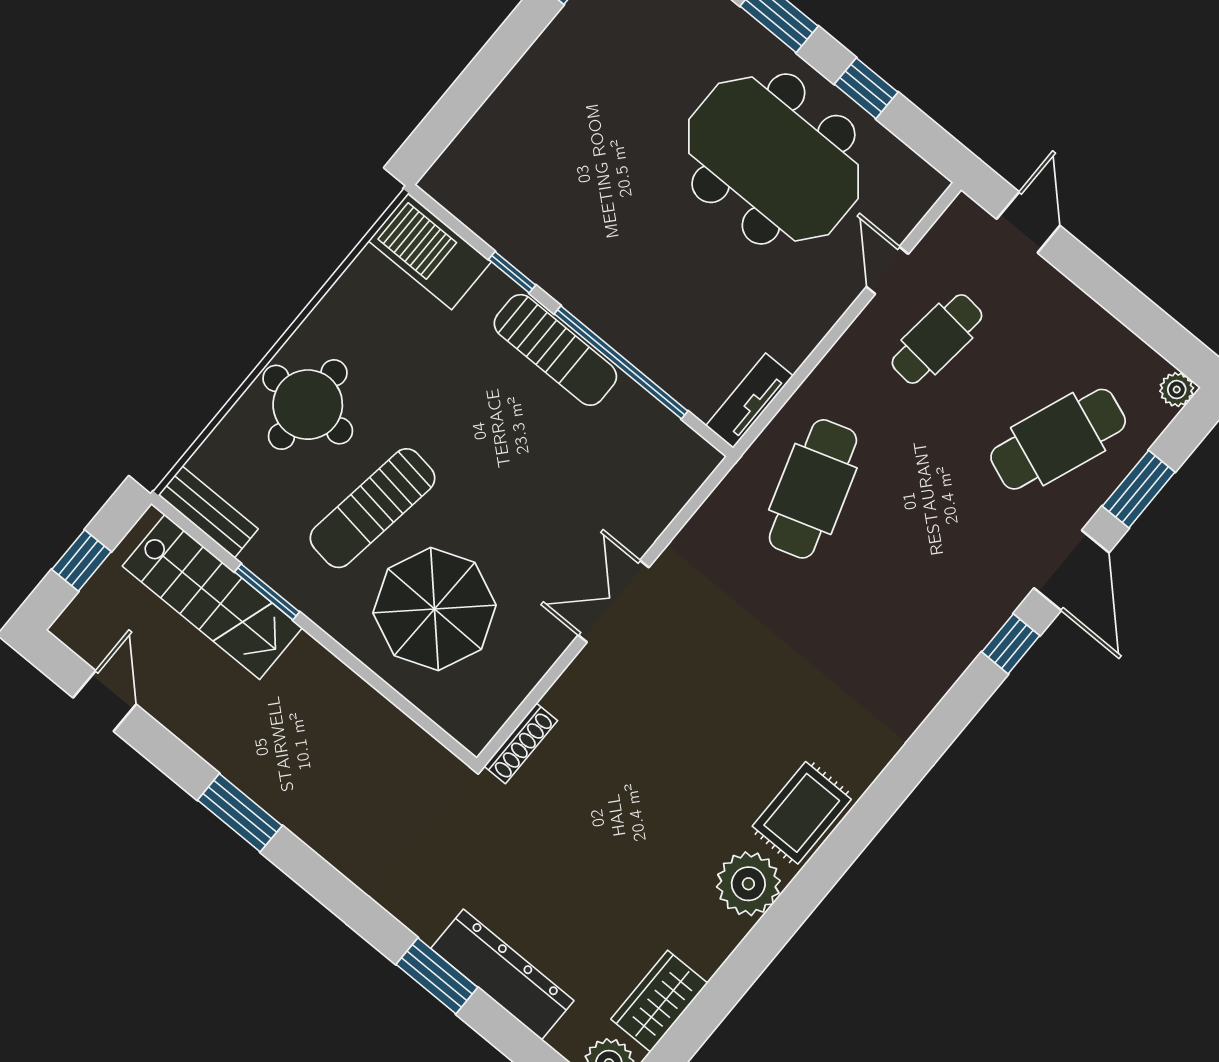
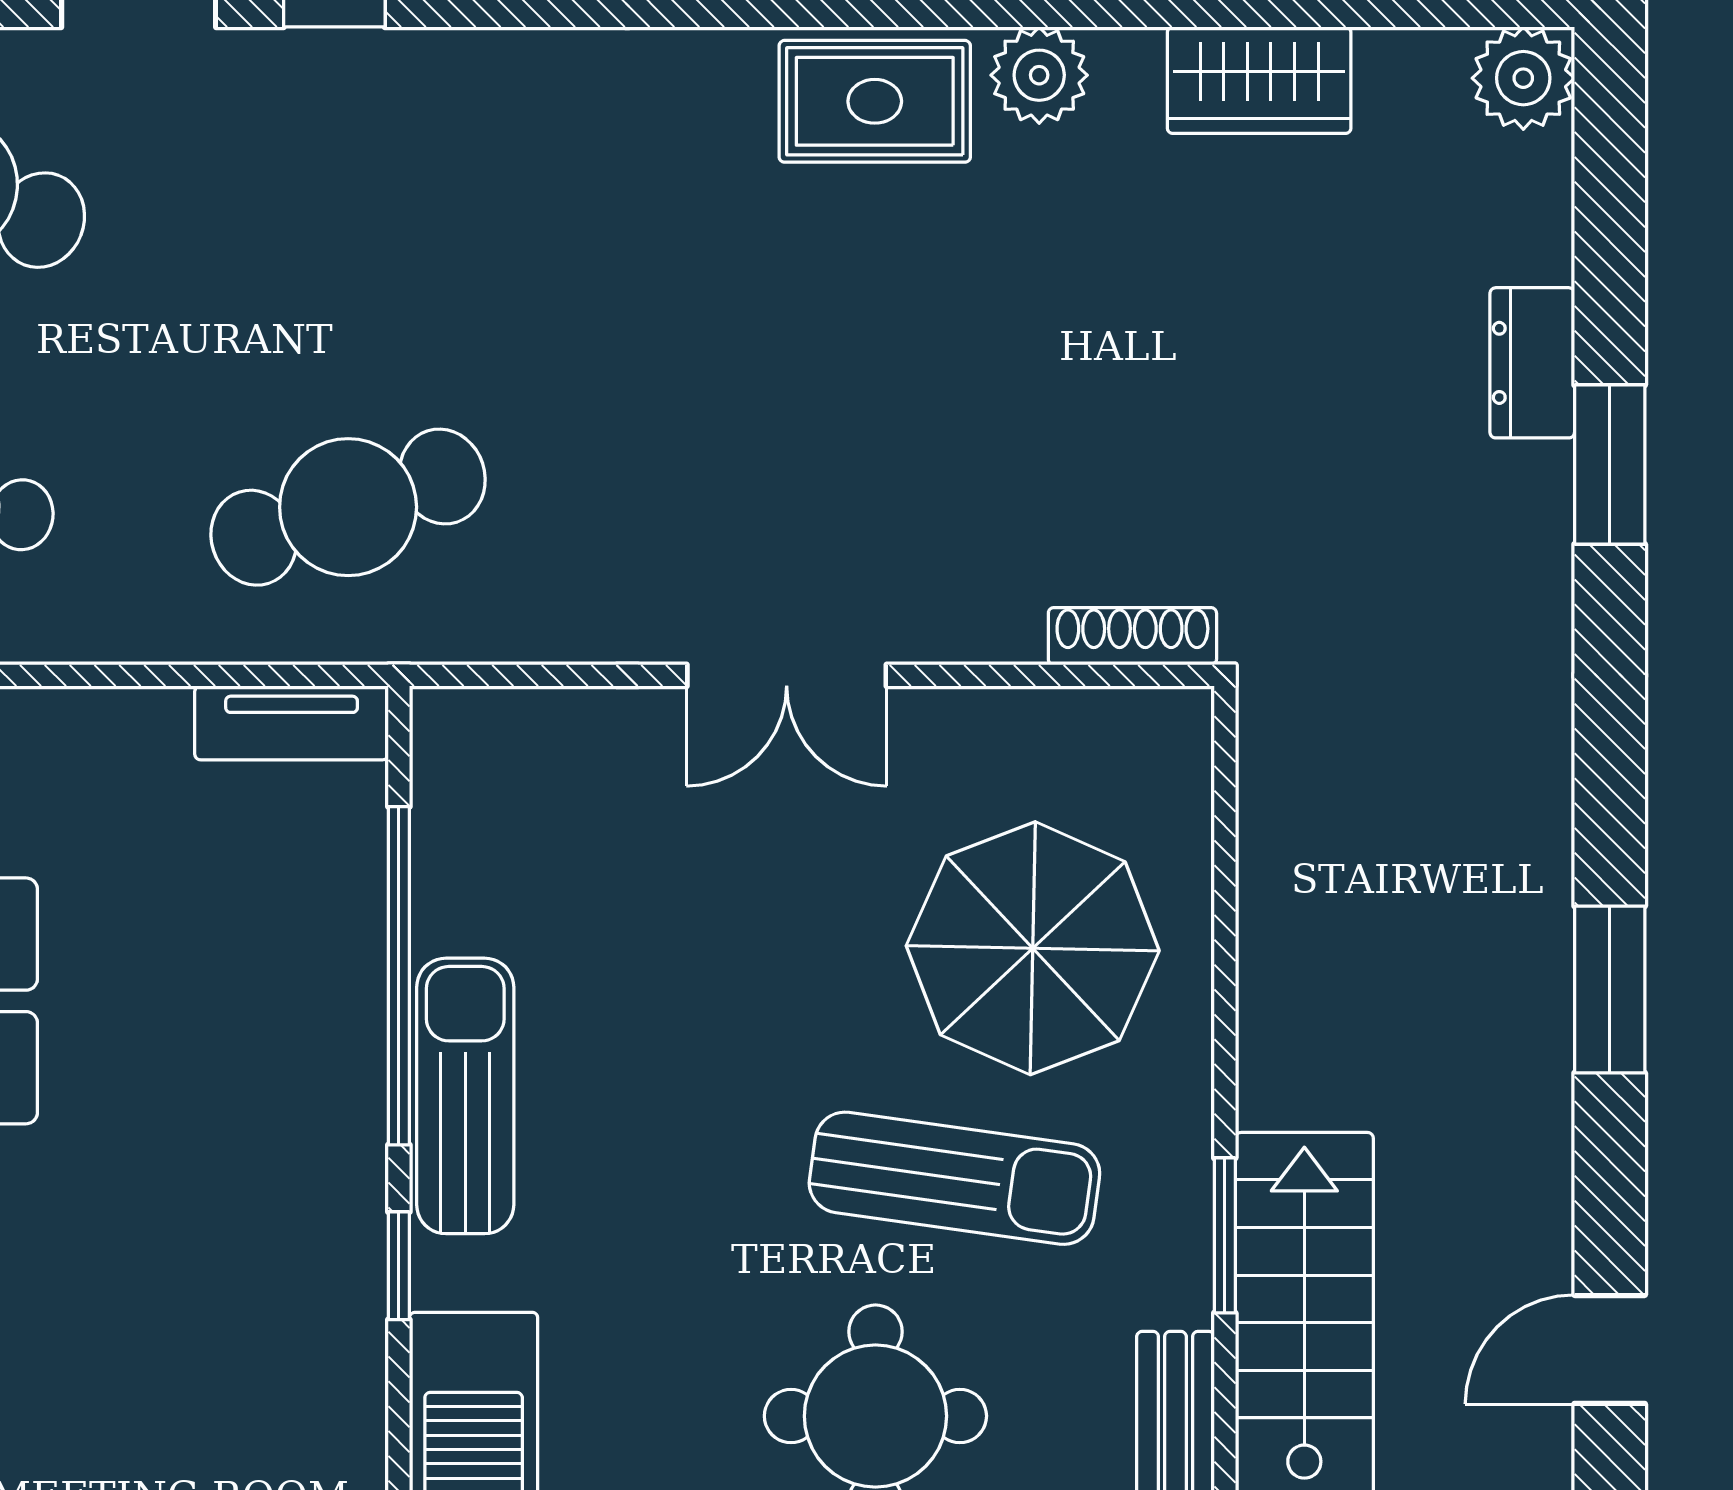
plant: (748, 884) -> (1039, 75), width x0.73, depth x0.73
dresser: (502, 975) -> (1532, 363), width x0.51, depth x0.80
wardrobe: (659, 1001) -> (1259, 80), moved

